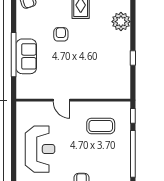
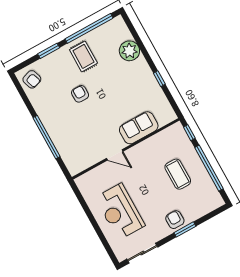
sofa: (26, 56) -> (139, 128), moved, turned -90
coffee table: (101, 126) -> (178, 174), moved, turned 90
reception desk: (40, 149) -> (120, 212), turned 180

